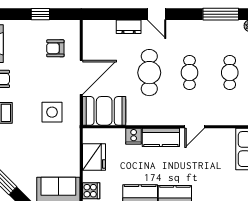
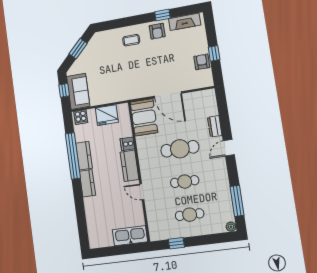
armchair: (55, 48) -> (202, 62), moved
side table: (52, 112) -> (137, 76), removed

